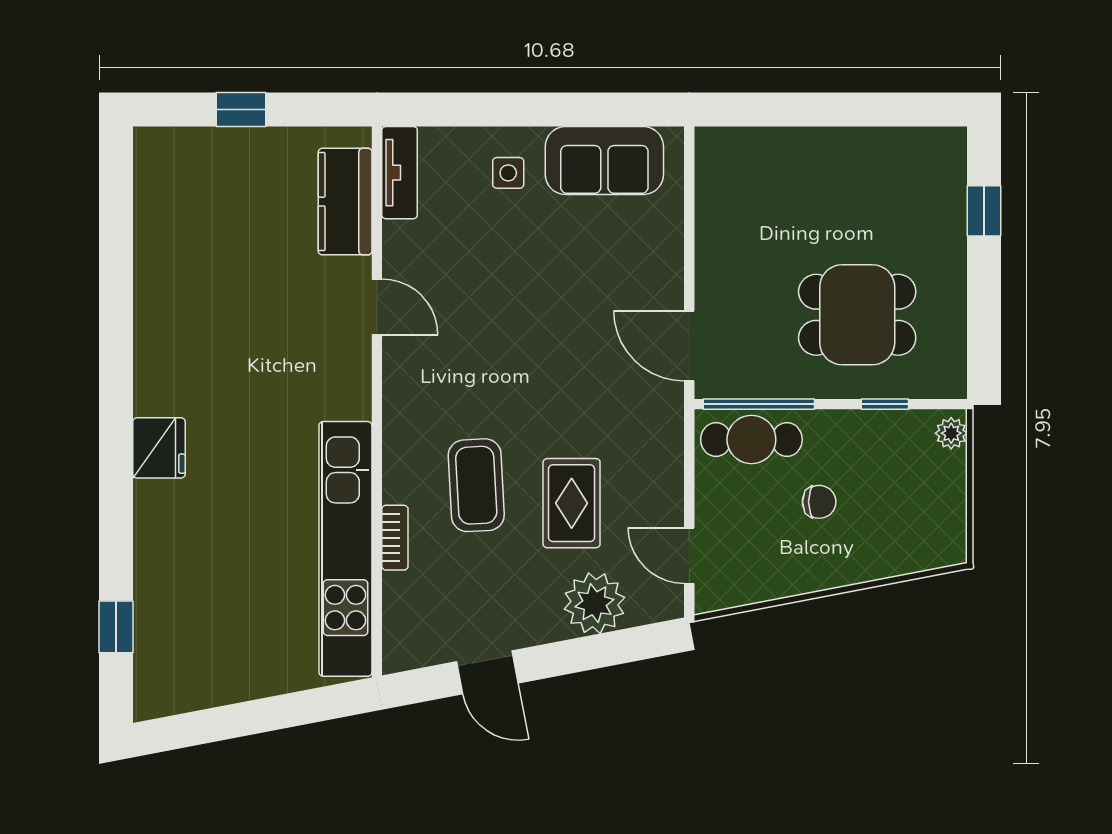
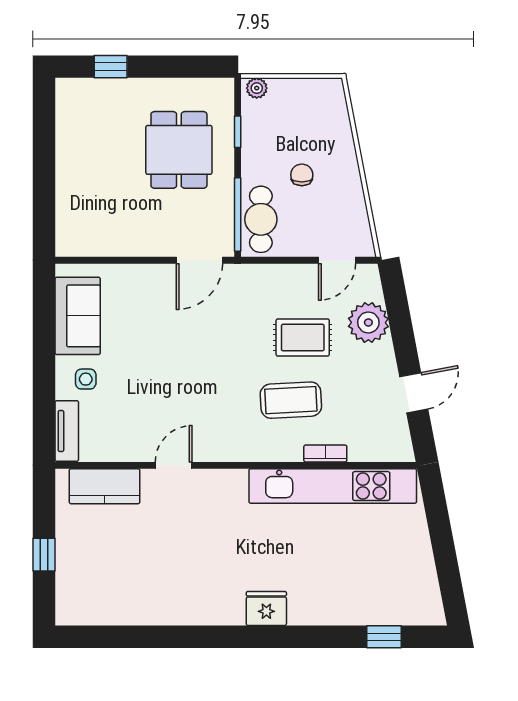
tv unit: (400, 173) -> (67, 431), moved, turned 90

